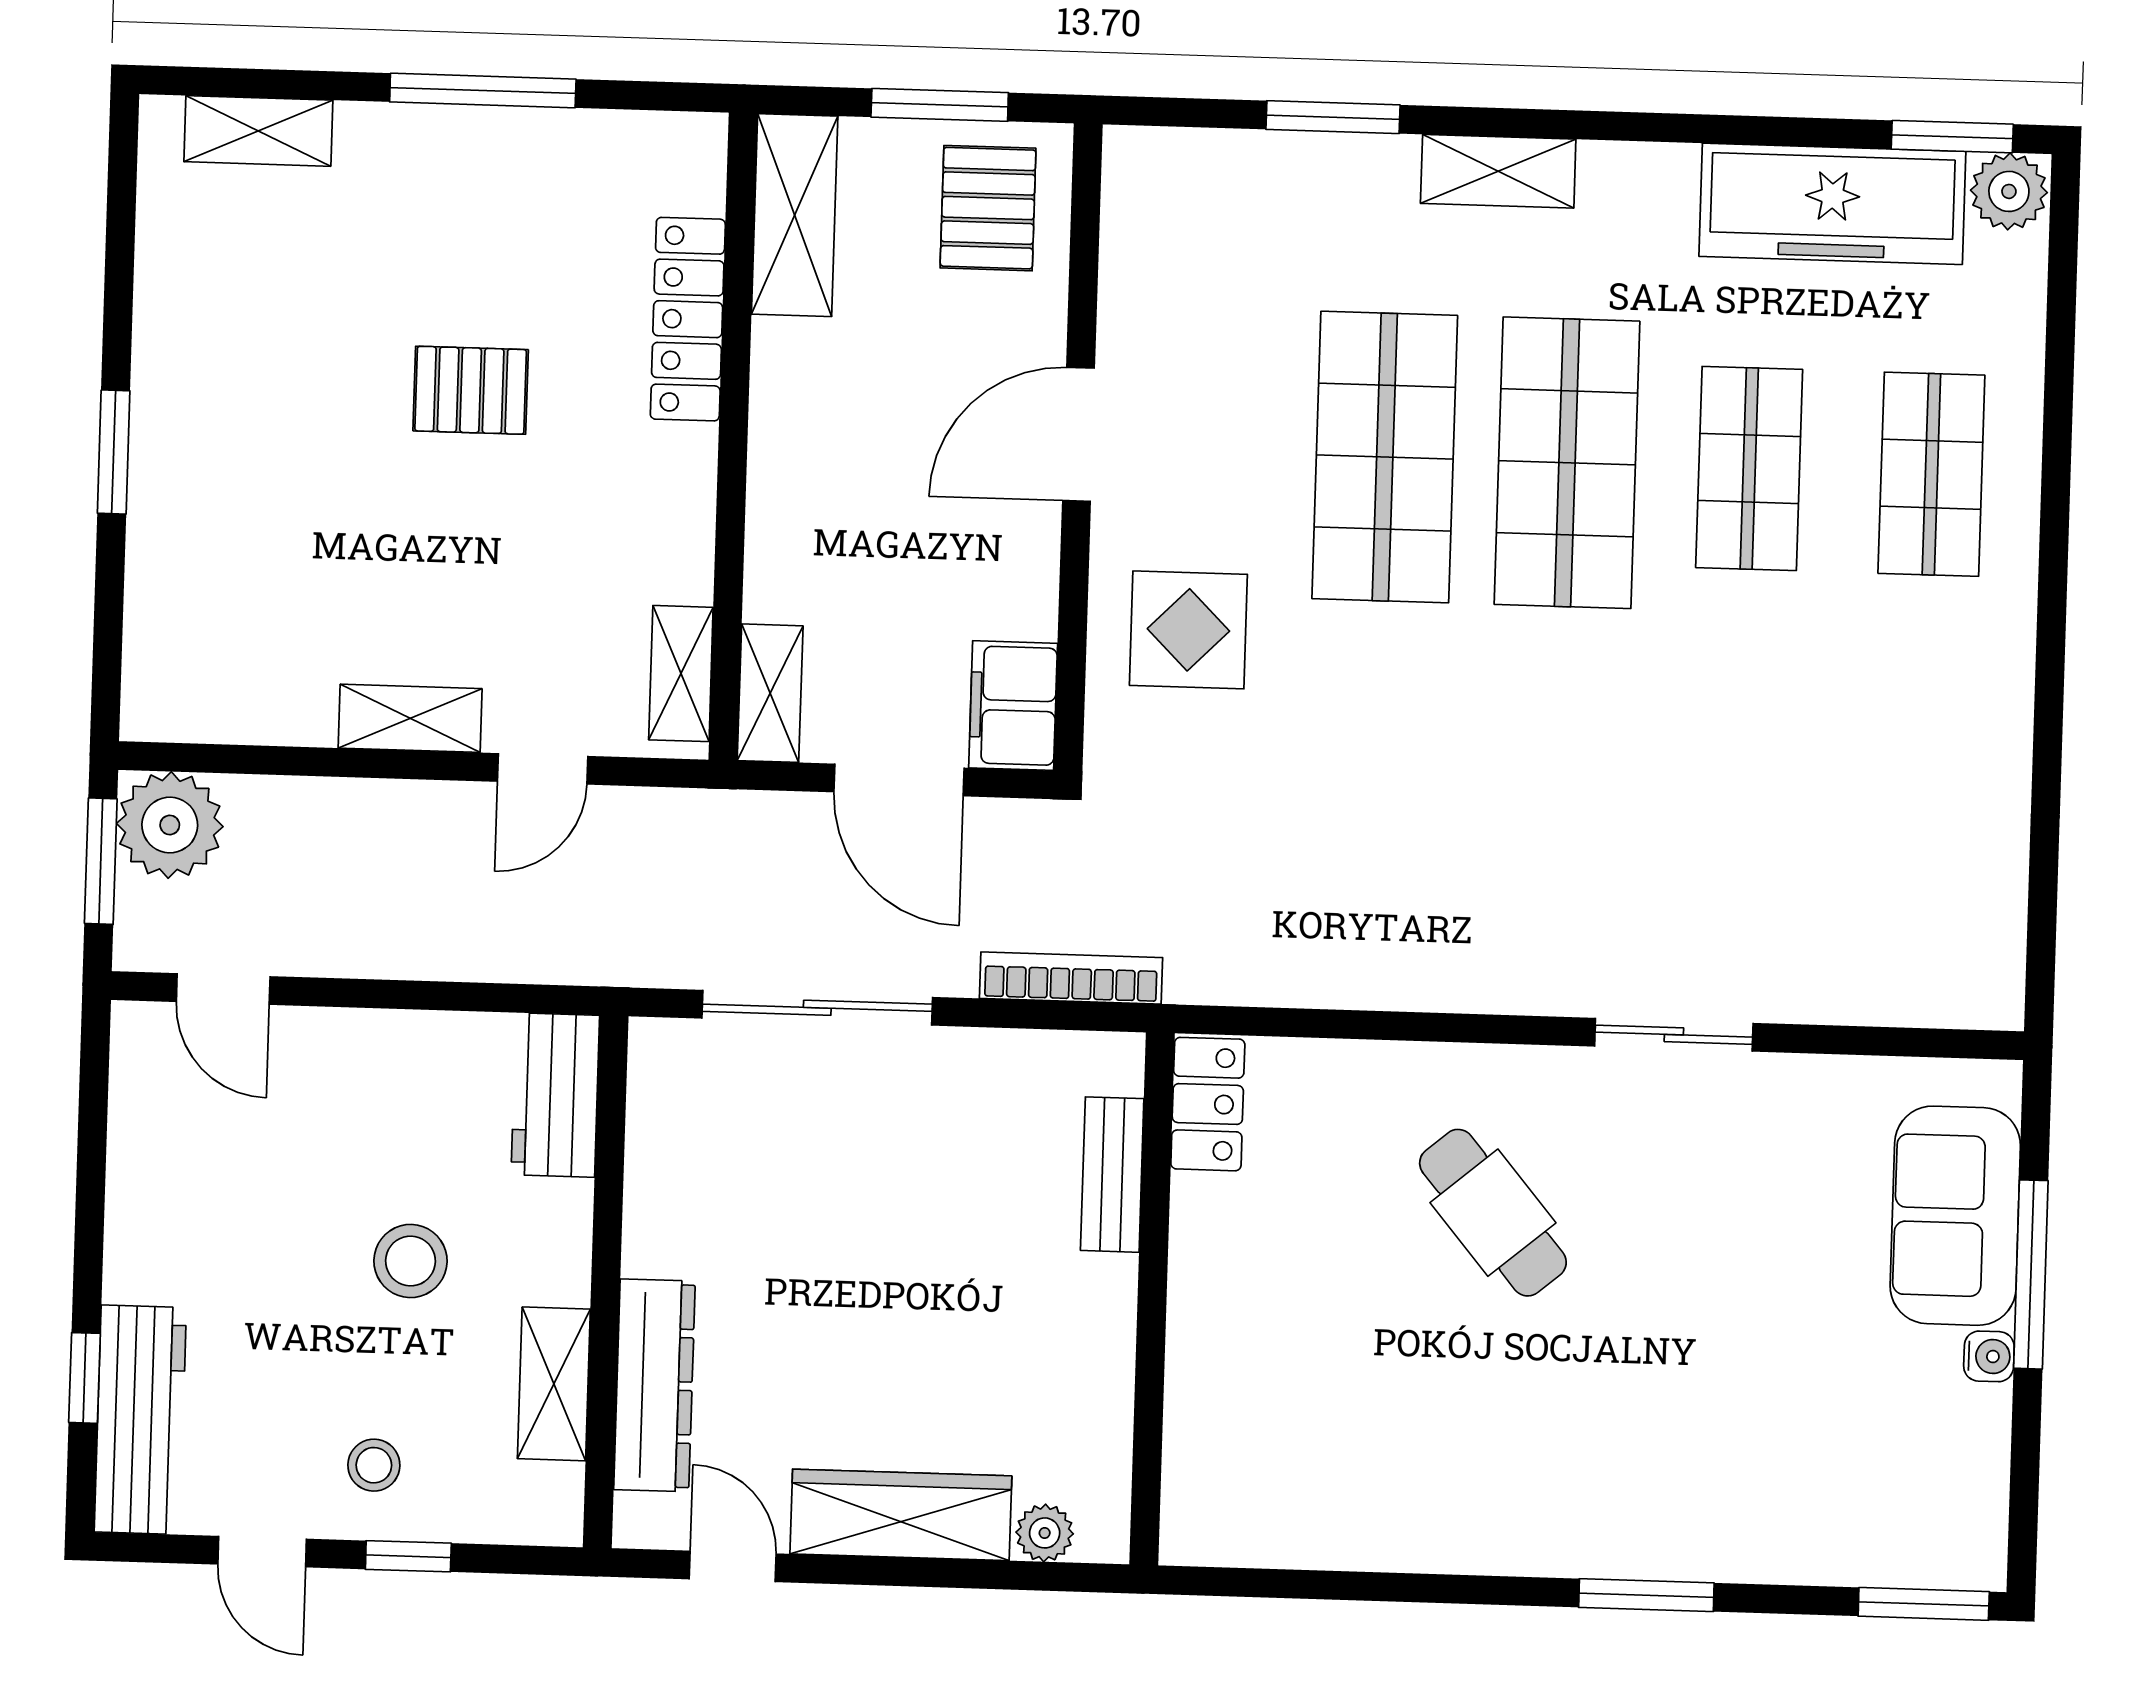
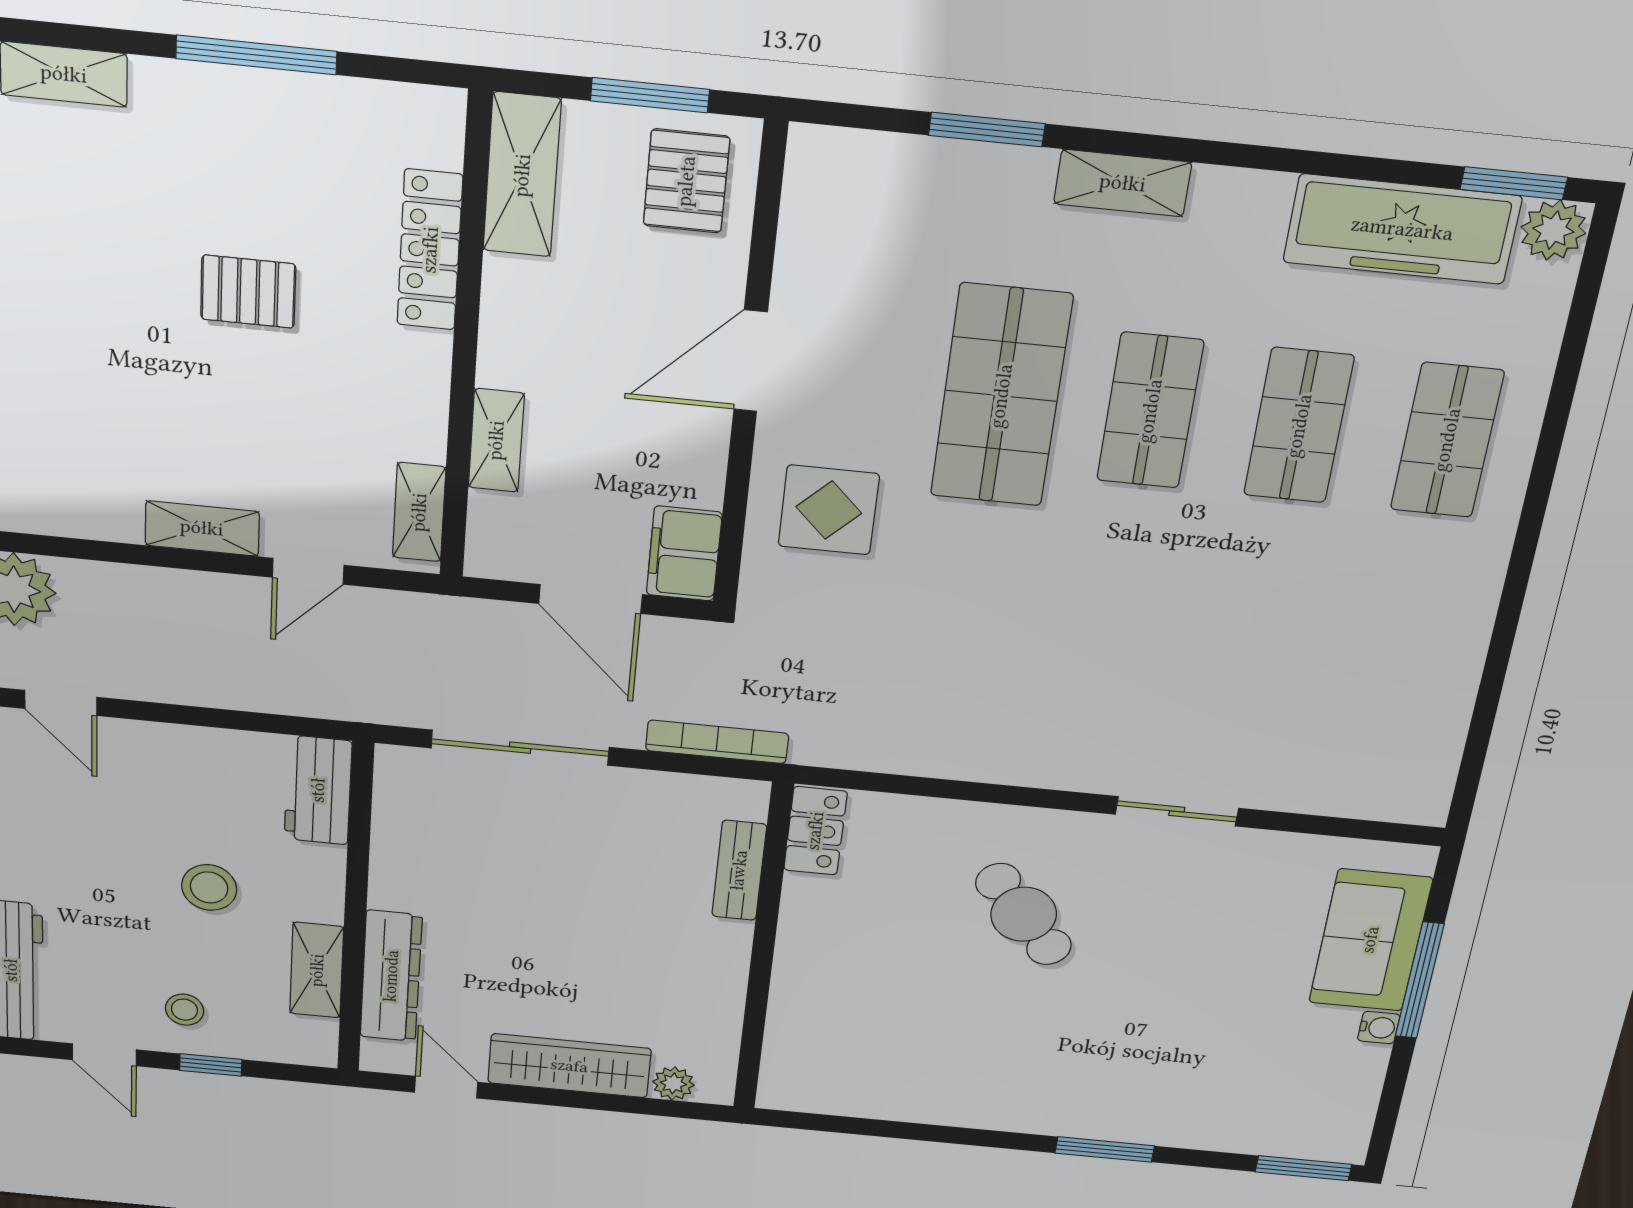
shop shelf: (1567, 463) -> (1150, 411), width x0.70, depth x0.74
shelving: (770, 693) -> (496, 440), moved

